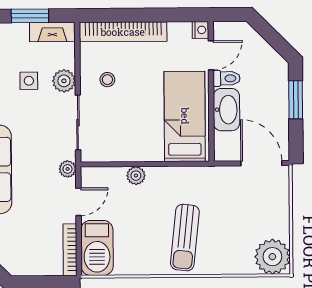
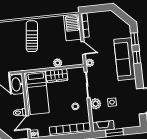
washbasin: (226, 110) -> (17, 84), moved
wardrobe: (141, 149) -> (57, 76), added
door: (78, 202) -> (83, 48), swing flipped

